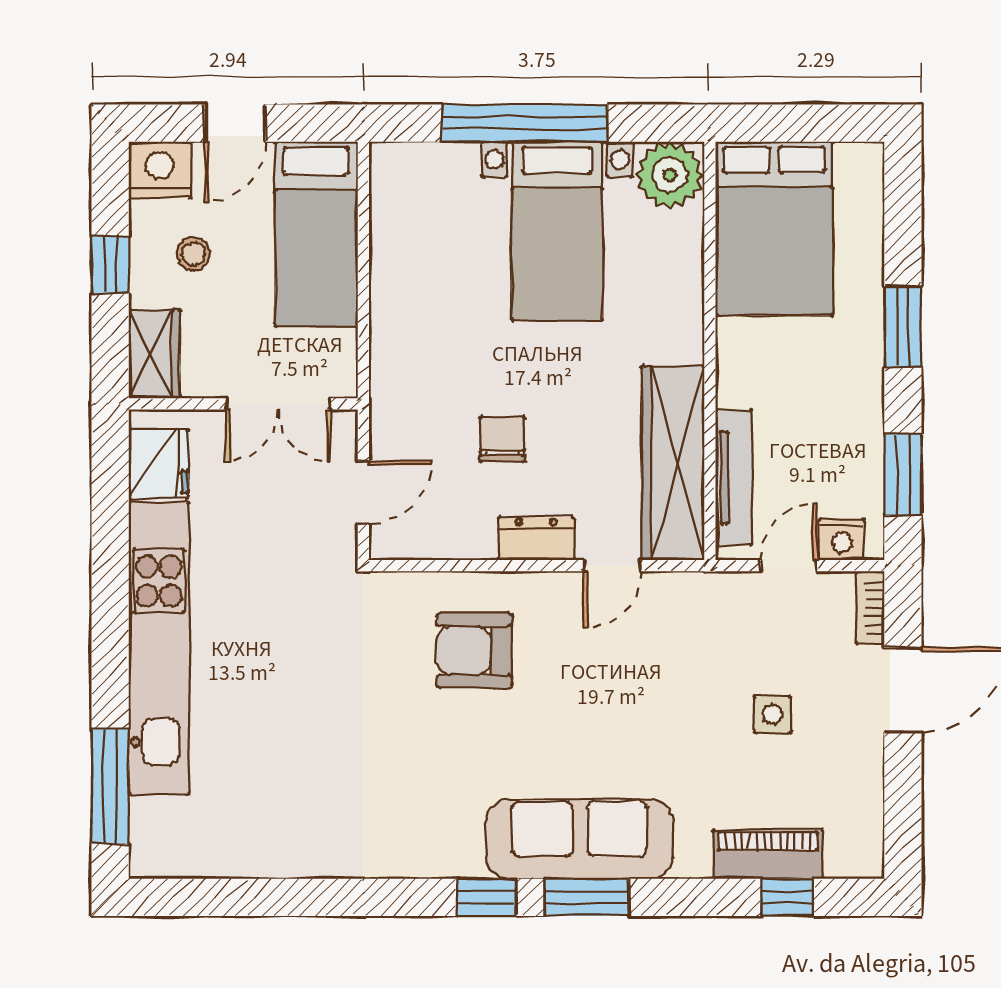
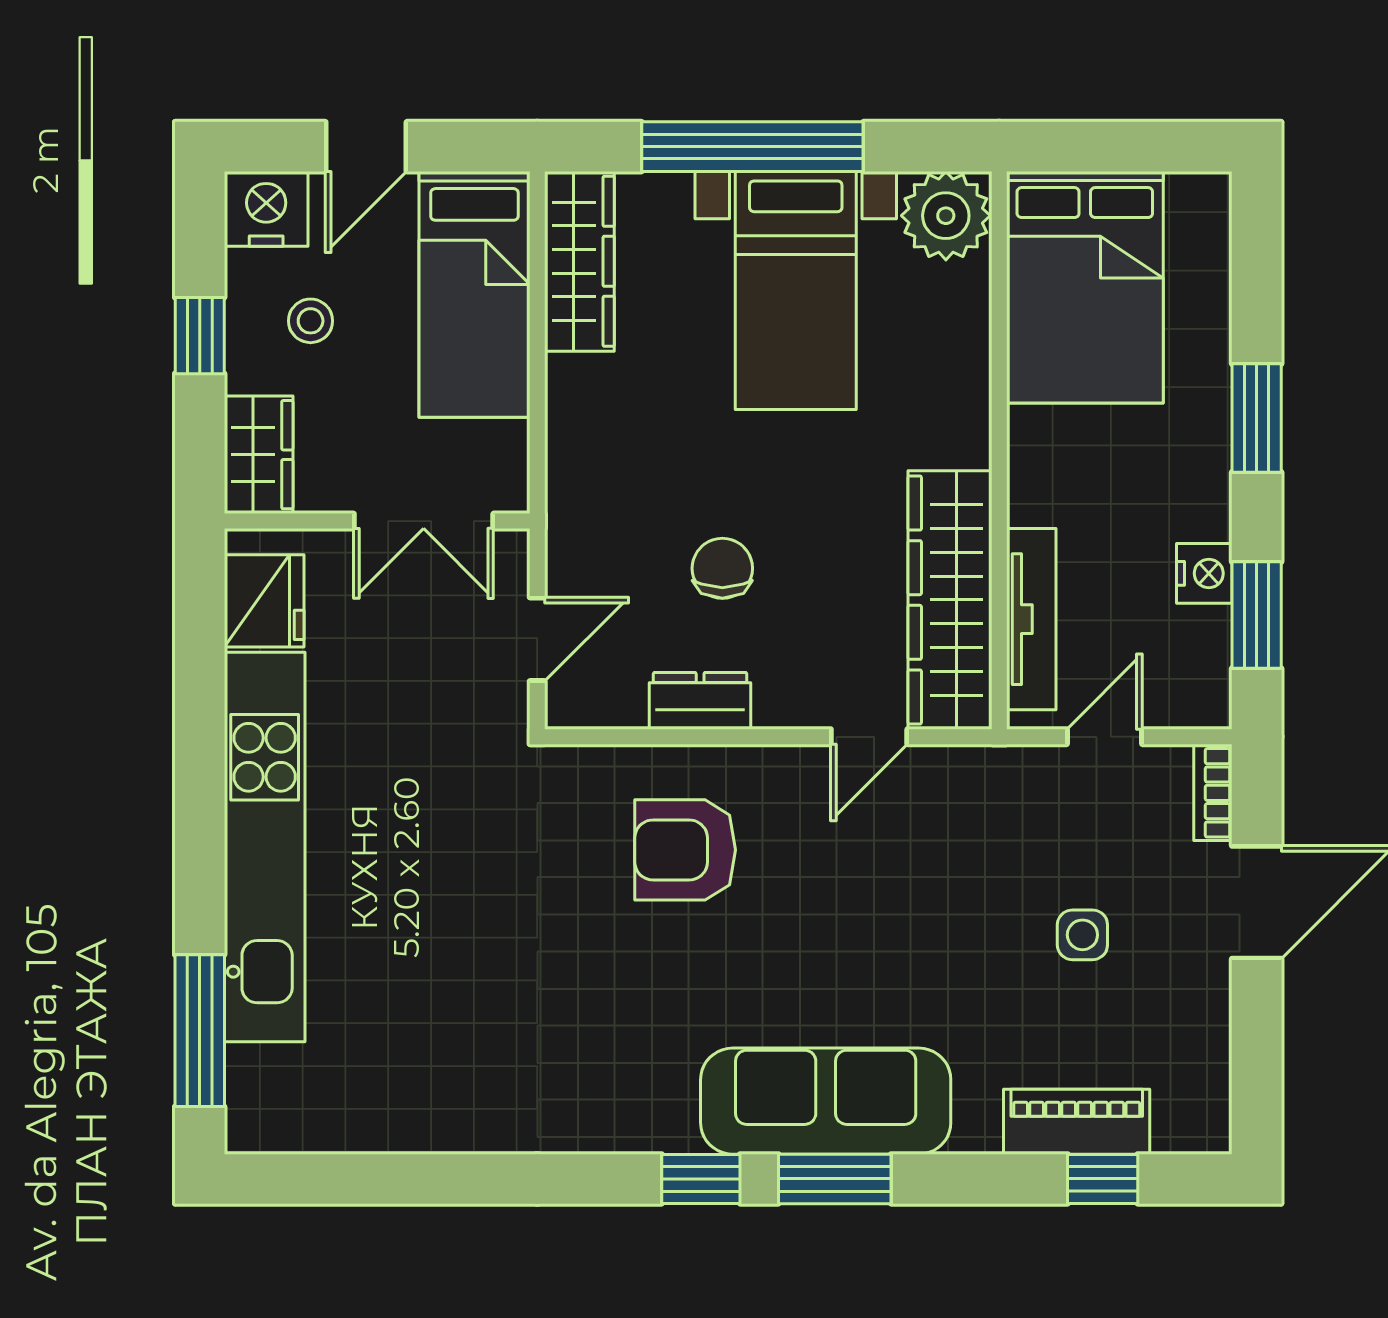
wardrobe: (395, 209) -> (579, 261), added
dresser: (536, 539) -> (700, 701), moved
nightstand: (842, 539) -> (1204, 573), moved, turned -90

